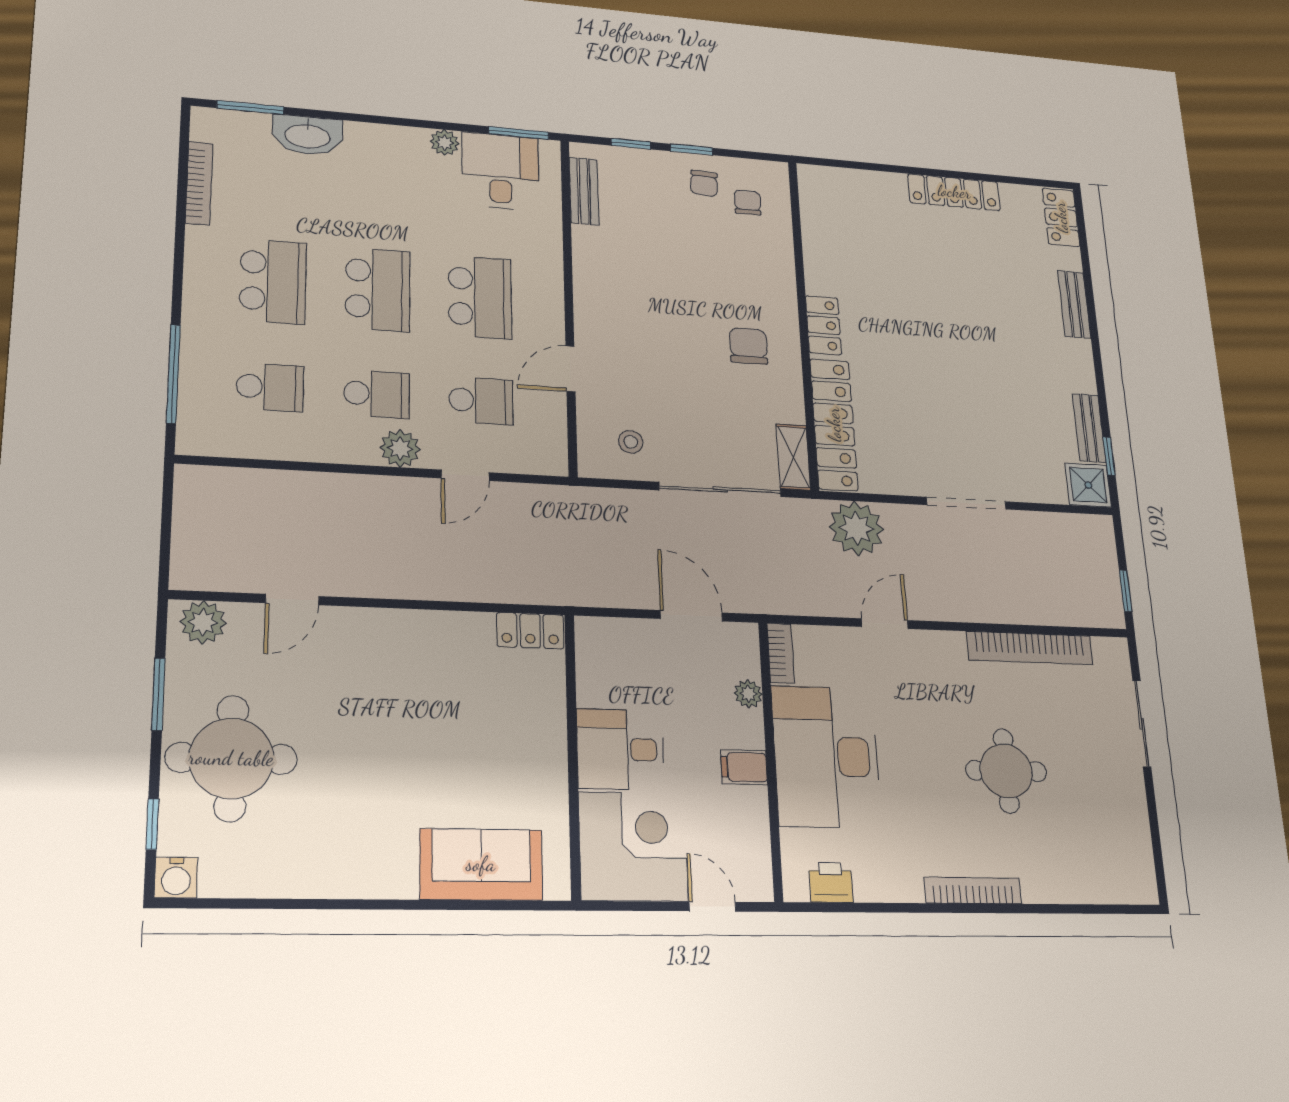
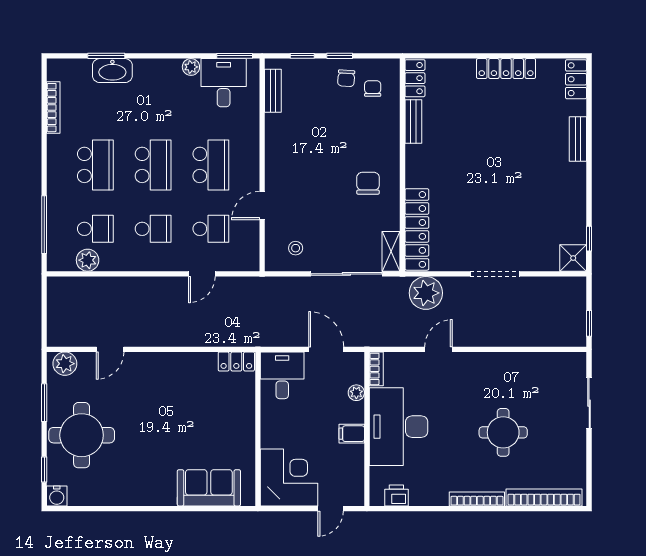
window: (250, 107) -> (106, 56), moved
locker: (823, 325) -> (415, 78), moved
bench: (1089, 428) -> (413, 121), moved
plant: (400, 448) -> (88, 260), moved
bookcase: (1030, 648) -> (544, 497), moved, turned 180
desk: (620, 749) -> (282, 375), moved, turned 90
door: (712, 907) -> (331, 509), swing flipped

